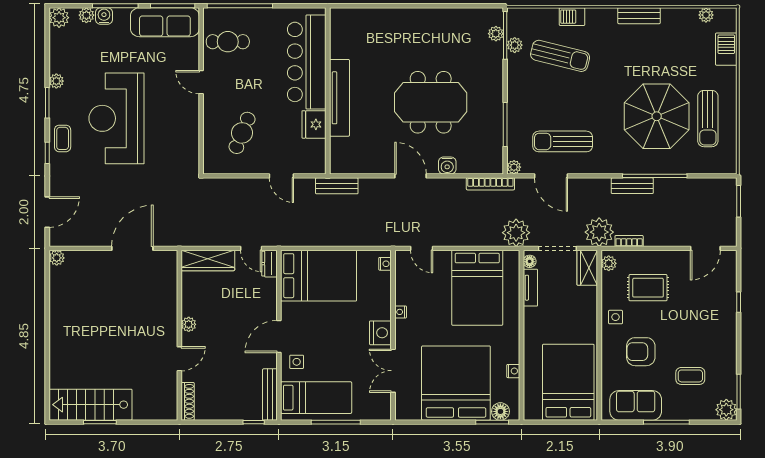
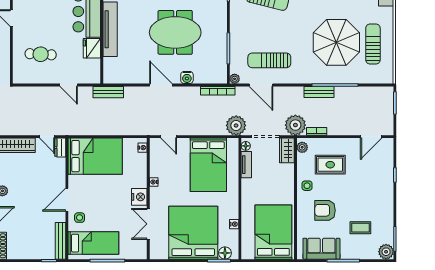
sun lounger: (708, 119) -> (373, 44), turned 180
cafe table: (242, 133) -> (41, 54), turned 71

